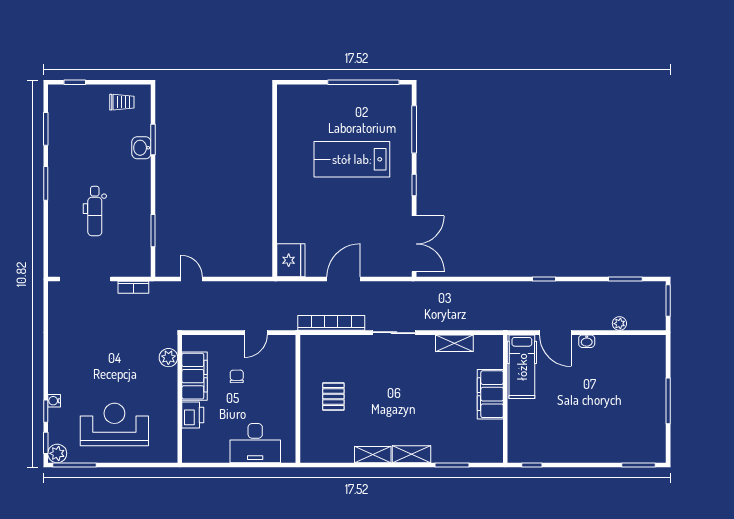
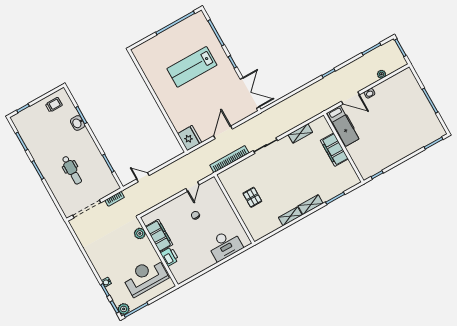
plant: (168, 358) -> (140, 233), moved
filing cabinet: (195, 376) -> (159, 236), moved
wall: (180, 399) -> (158, 252), moved
printer: (193, 415) -> (170, 257), moved

